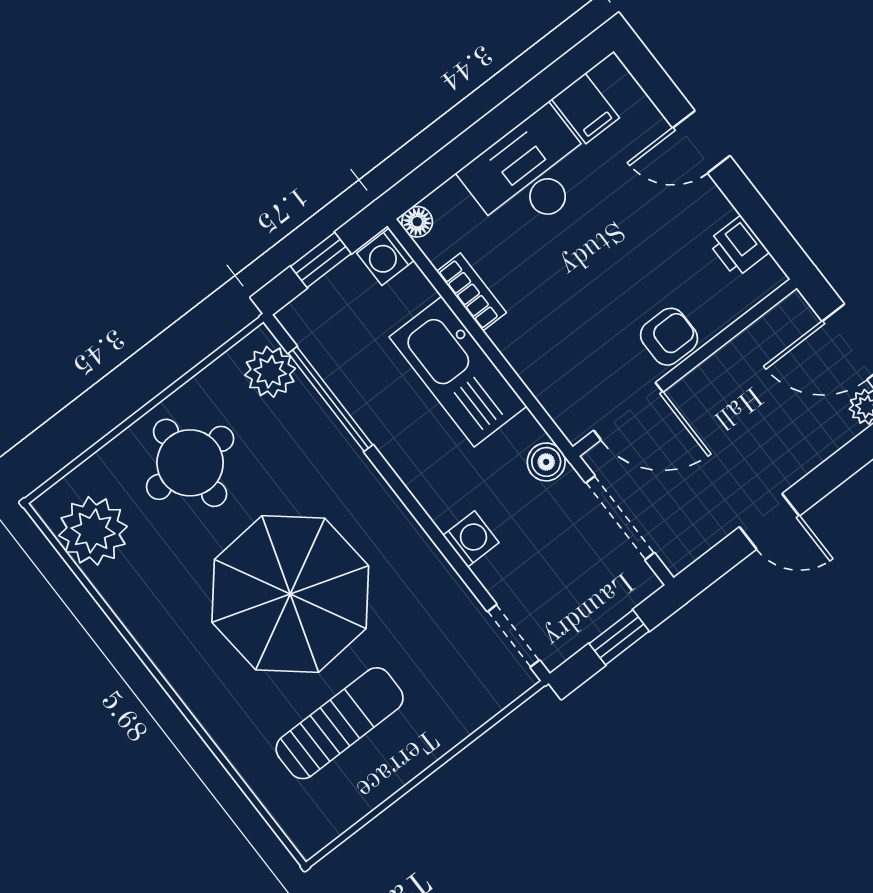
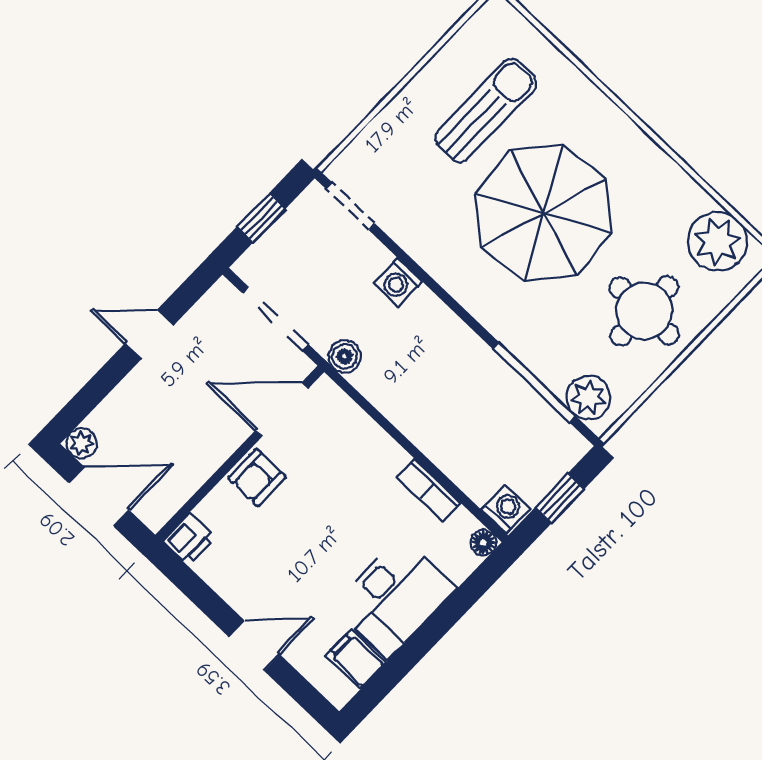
printer: (738, 247) -> (189, 539), moved, turned 90
kitchen sink: (458, 372) -> (430, 421), removed
sun lounger: (340, 723) -> (486, 110), turned 180

